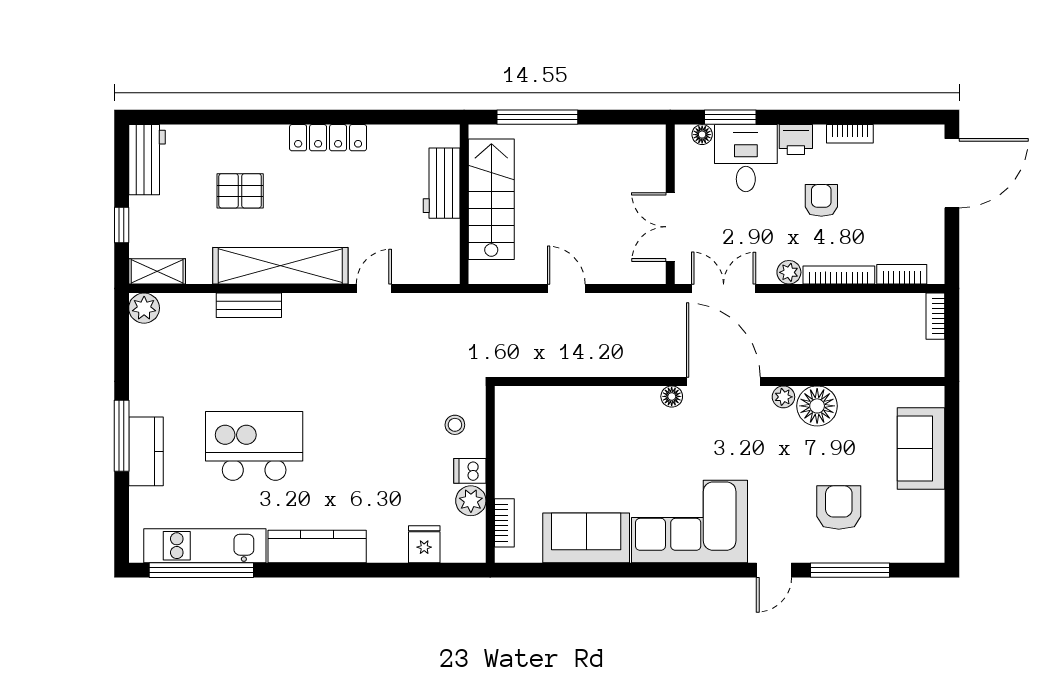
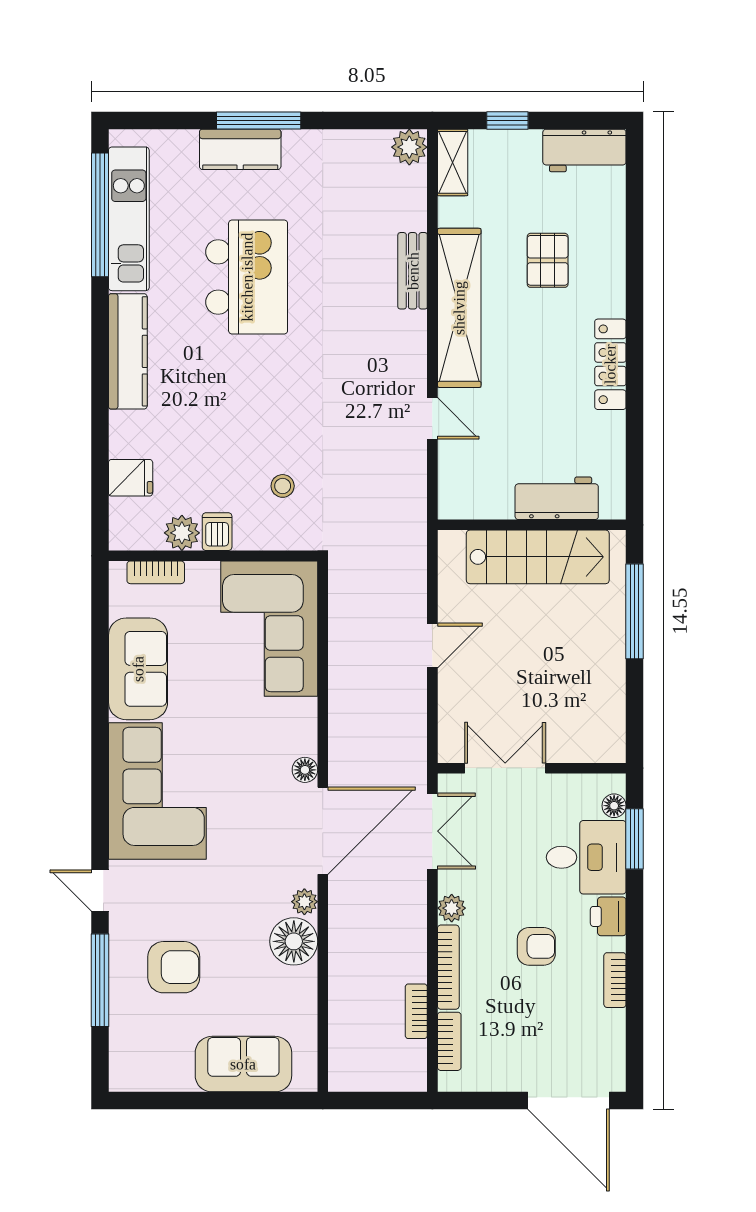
bookcase: (935, 316) -> (416, 1011), moved, turned -90
stool: (455, 425) -> (283, 486), moved
corner sofa: (552, 427) -> (269, 629), added

